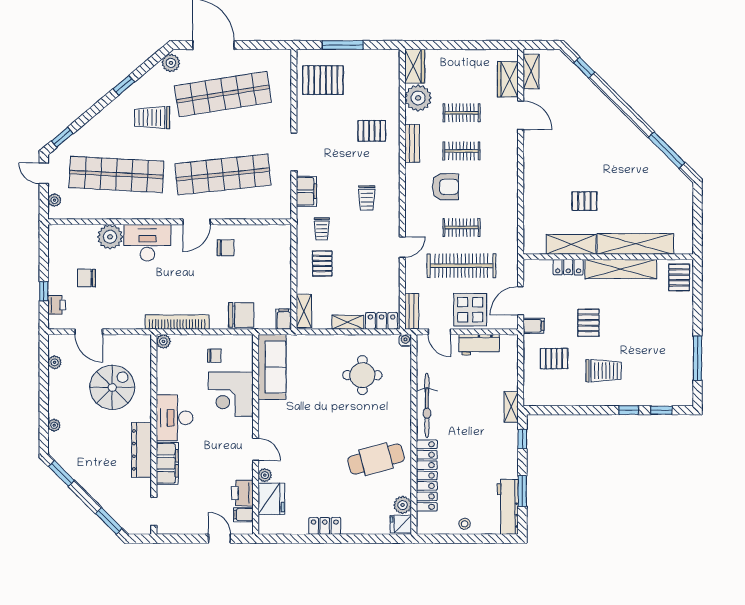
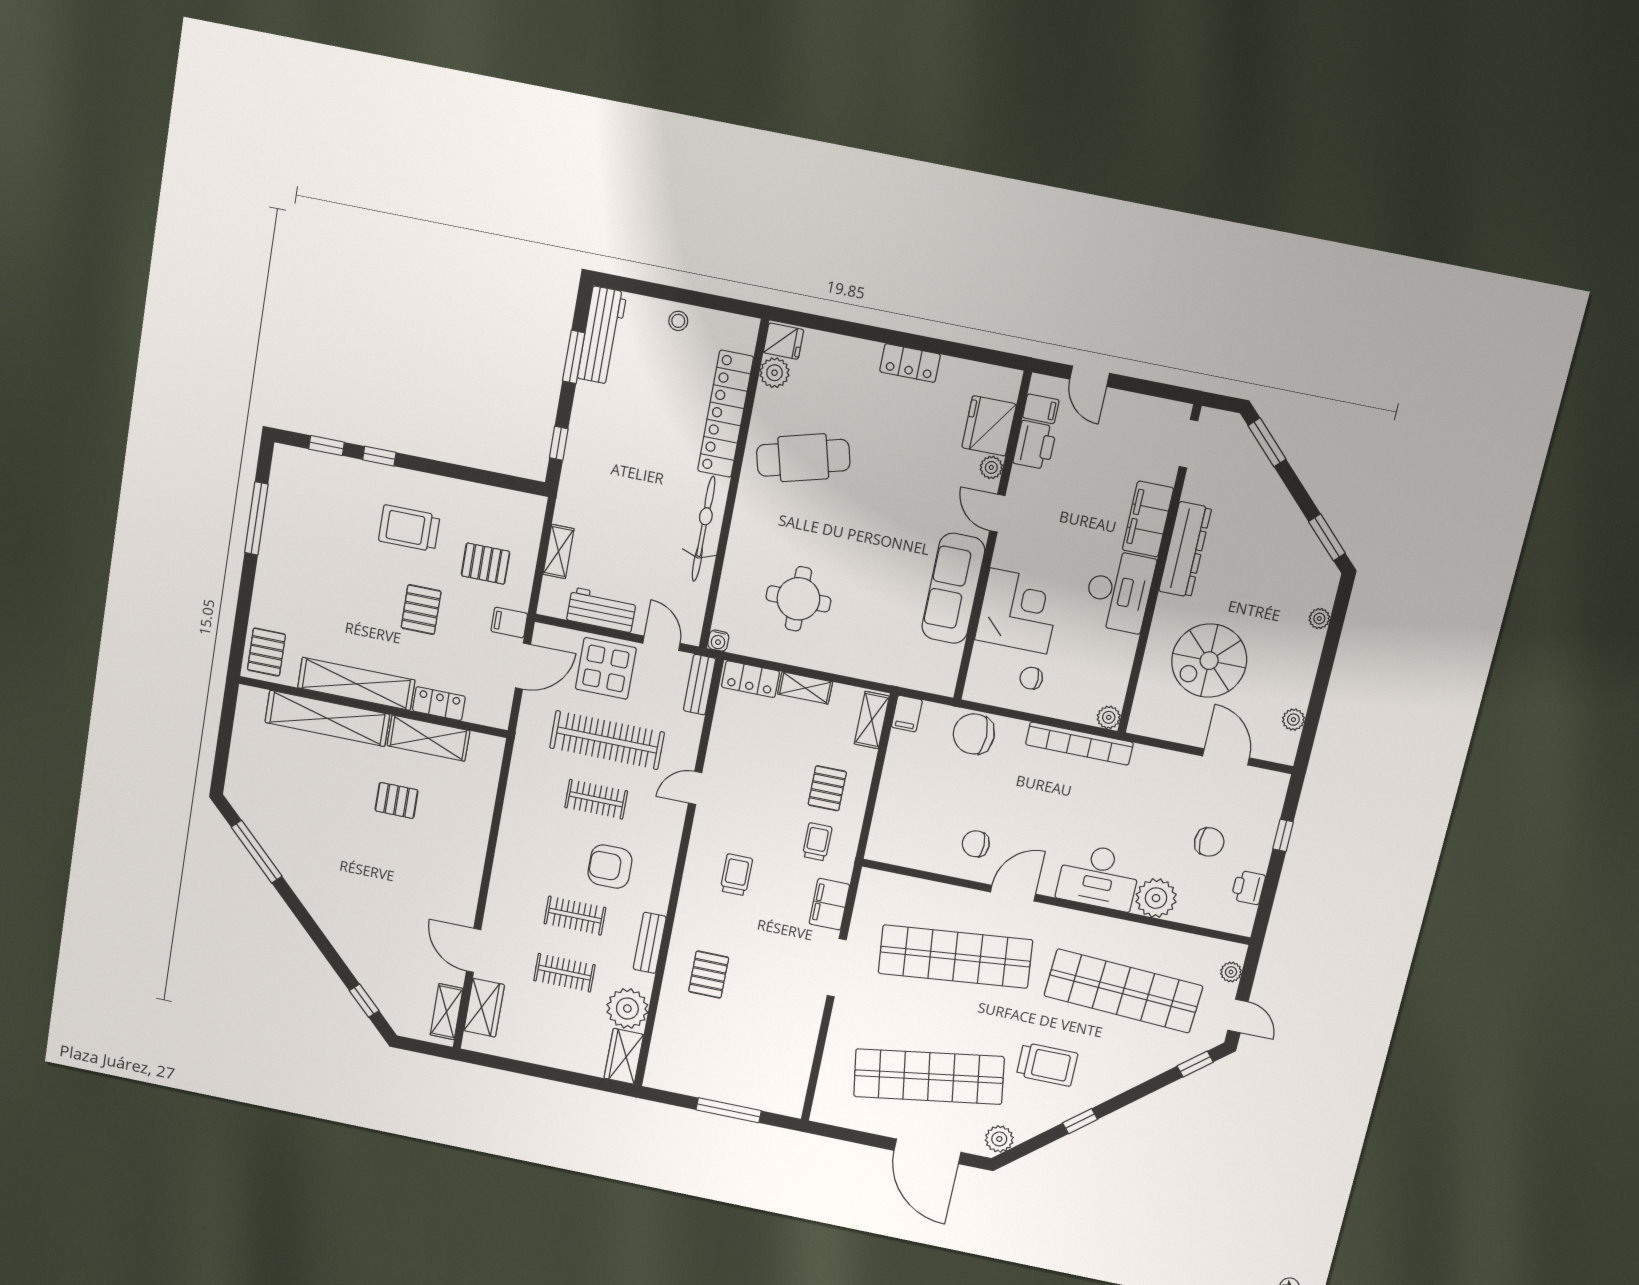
pallet: (323, 80) -> (769, 1065), removed
pallet: (372, 131) -> (709, 975), turned 90
printer: (57, 305) -> (1248, 887), moved
sofa: (272, 367) -> (953, 588), moved
shelving: (511, 407) -> (559, 551), moved

